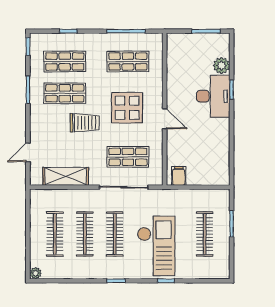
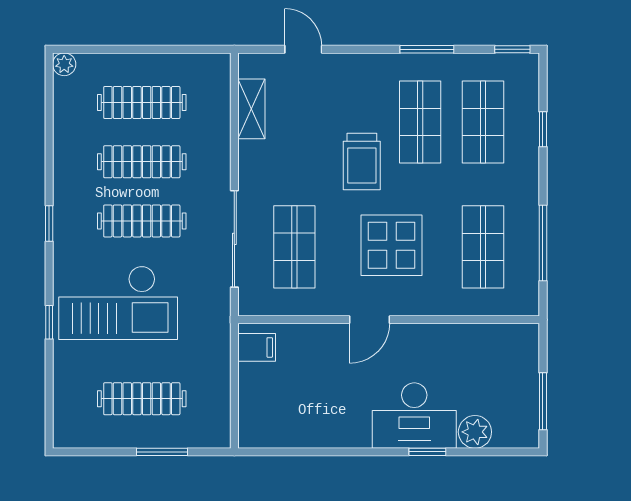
shelving: (66, 176) -> (251, 109), width x0.67, depth x0.75

